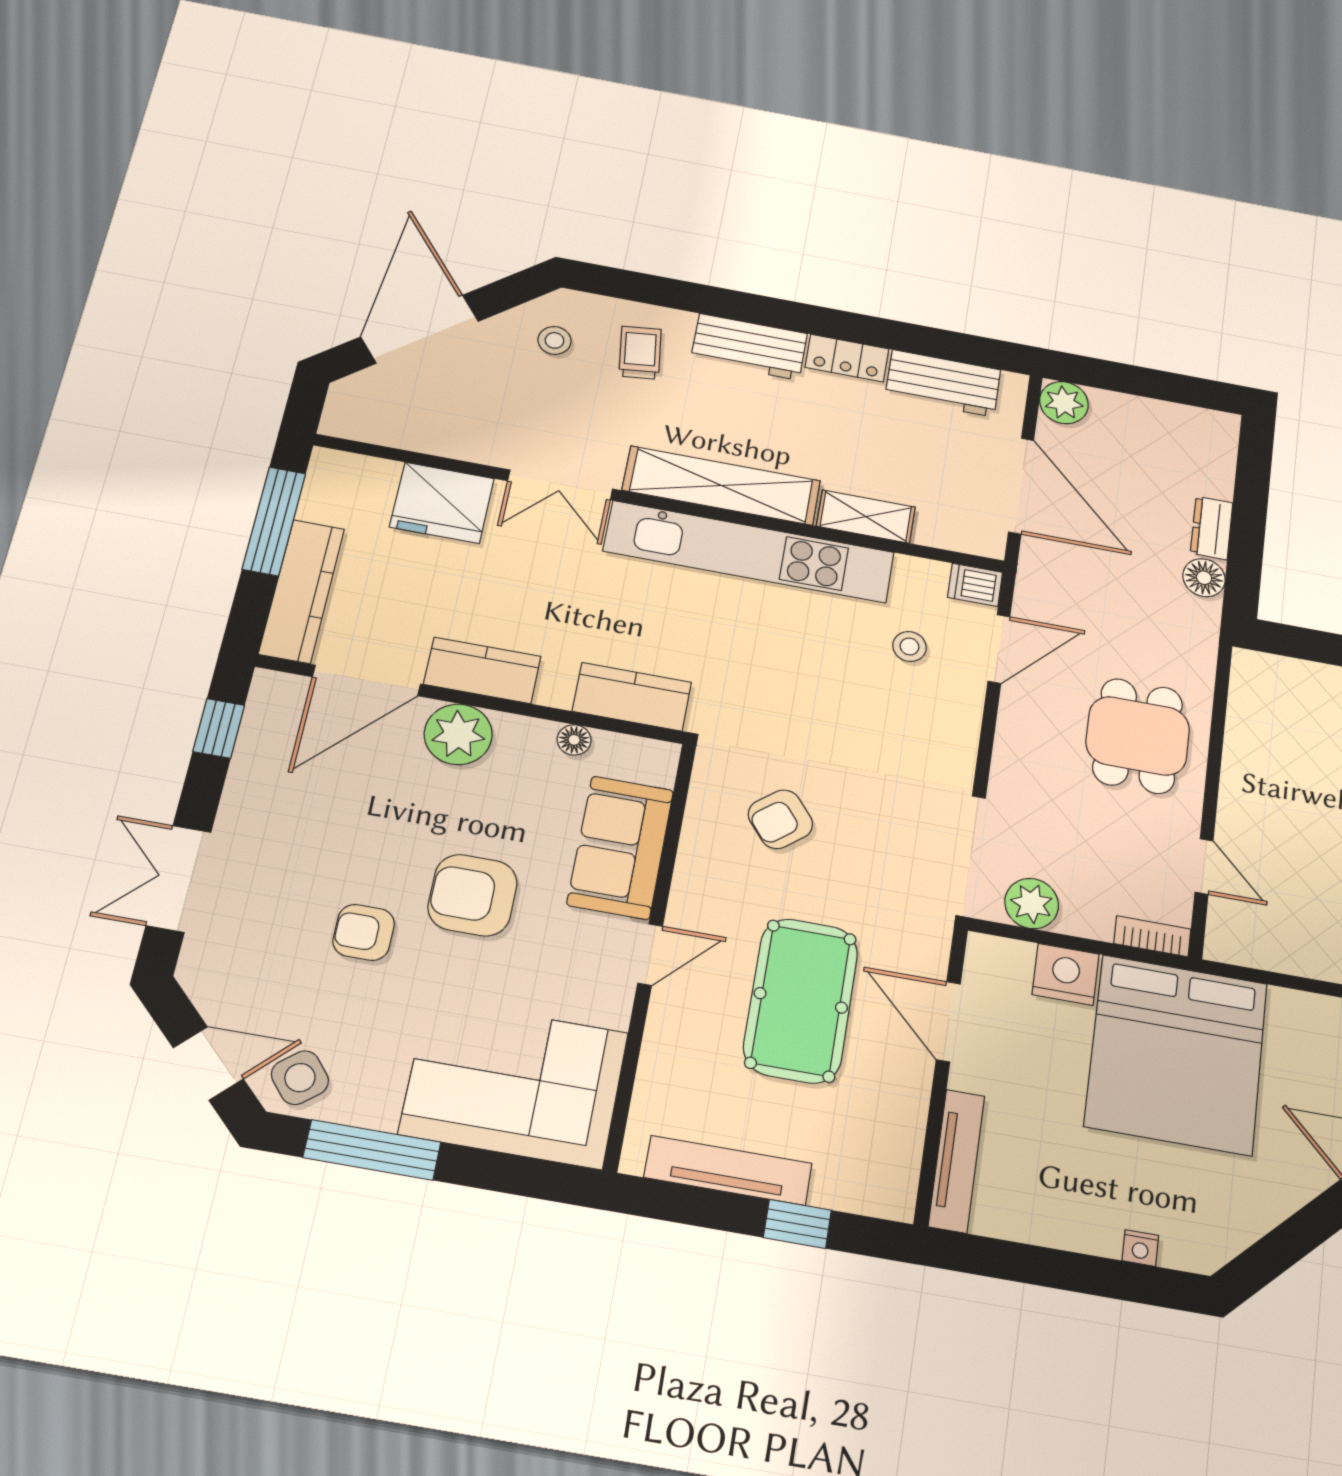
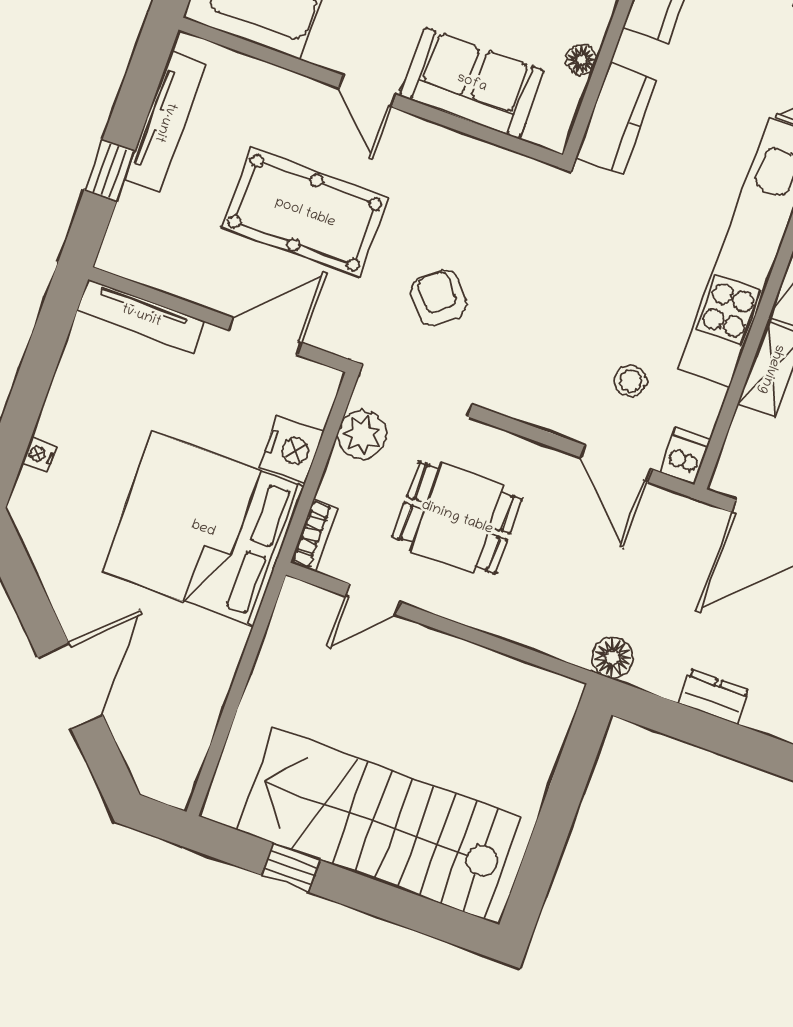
floor lamp: (1204, 578) -> (613, 658), moved
dining table: (1138, 736) -> (457, 518), moved
armchair: (780, 819) -> (439, 298), moved

